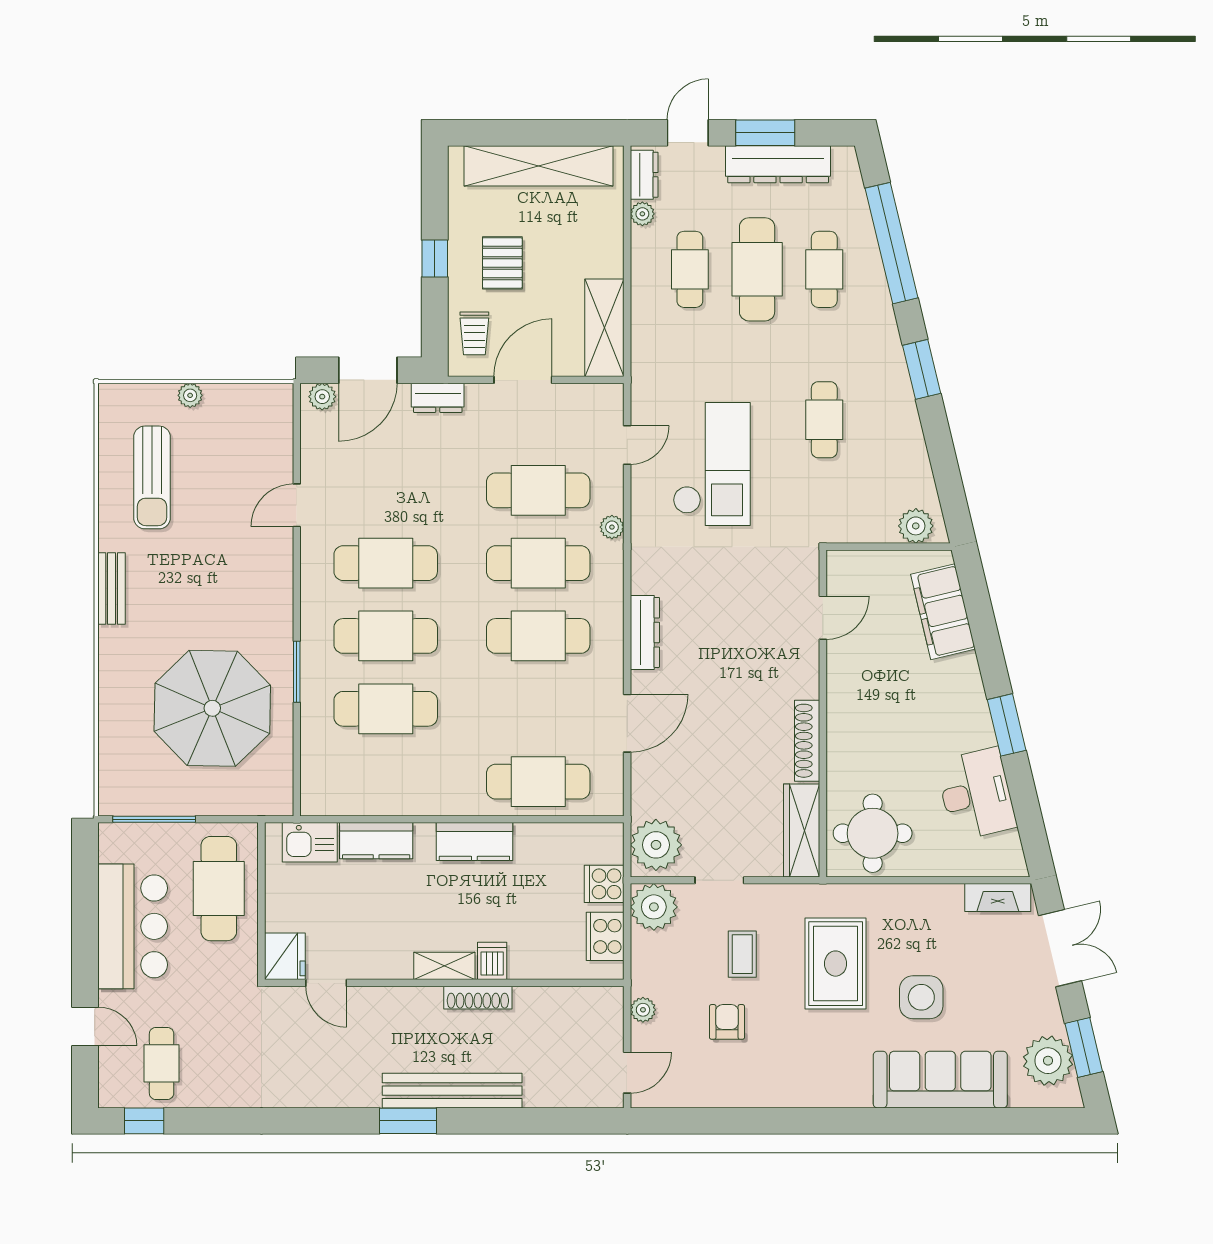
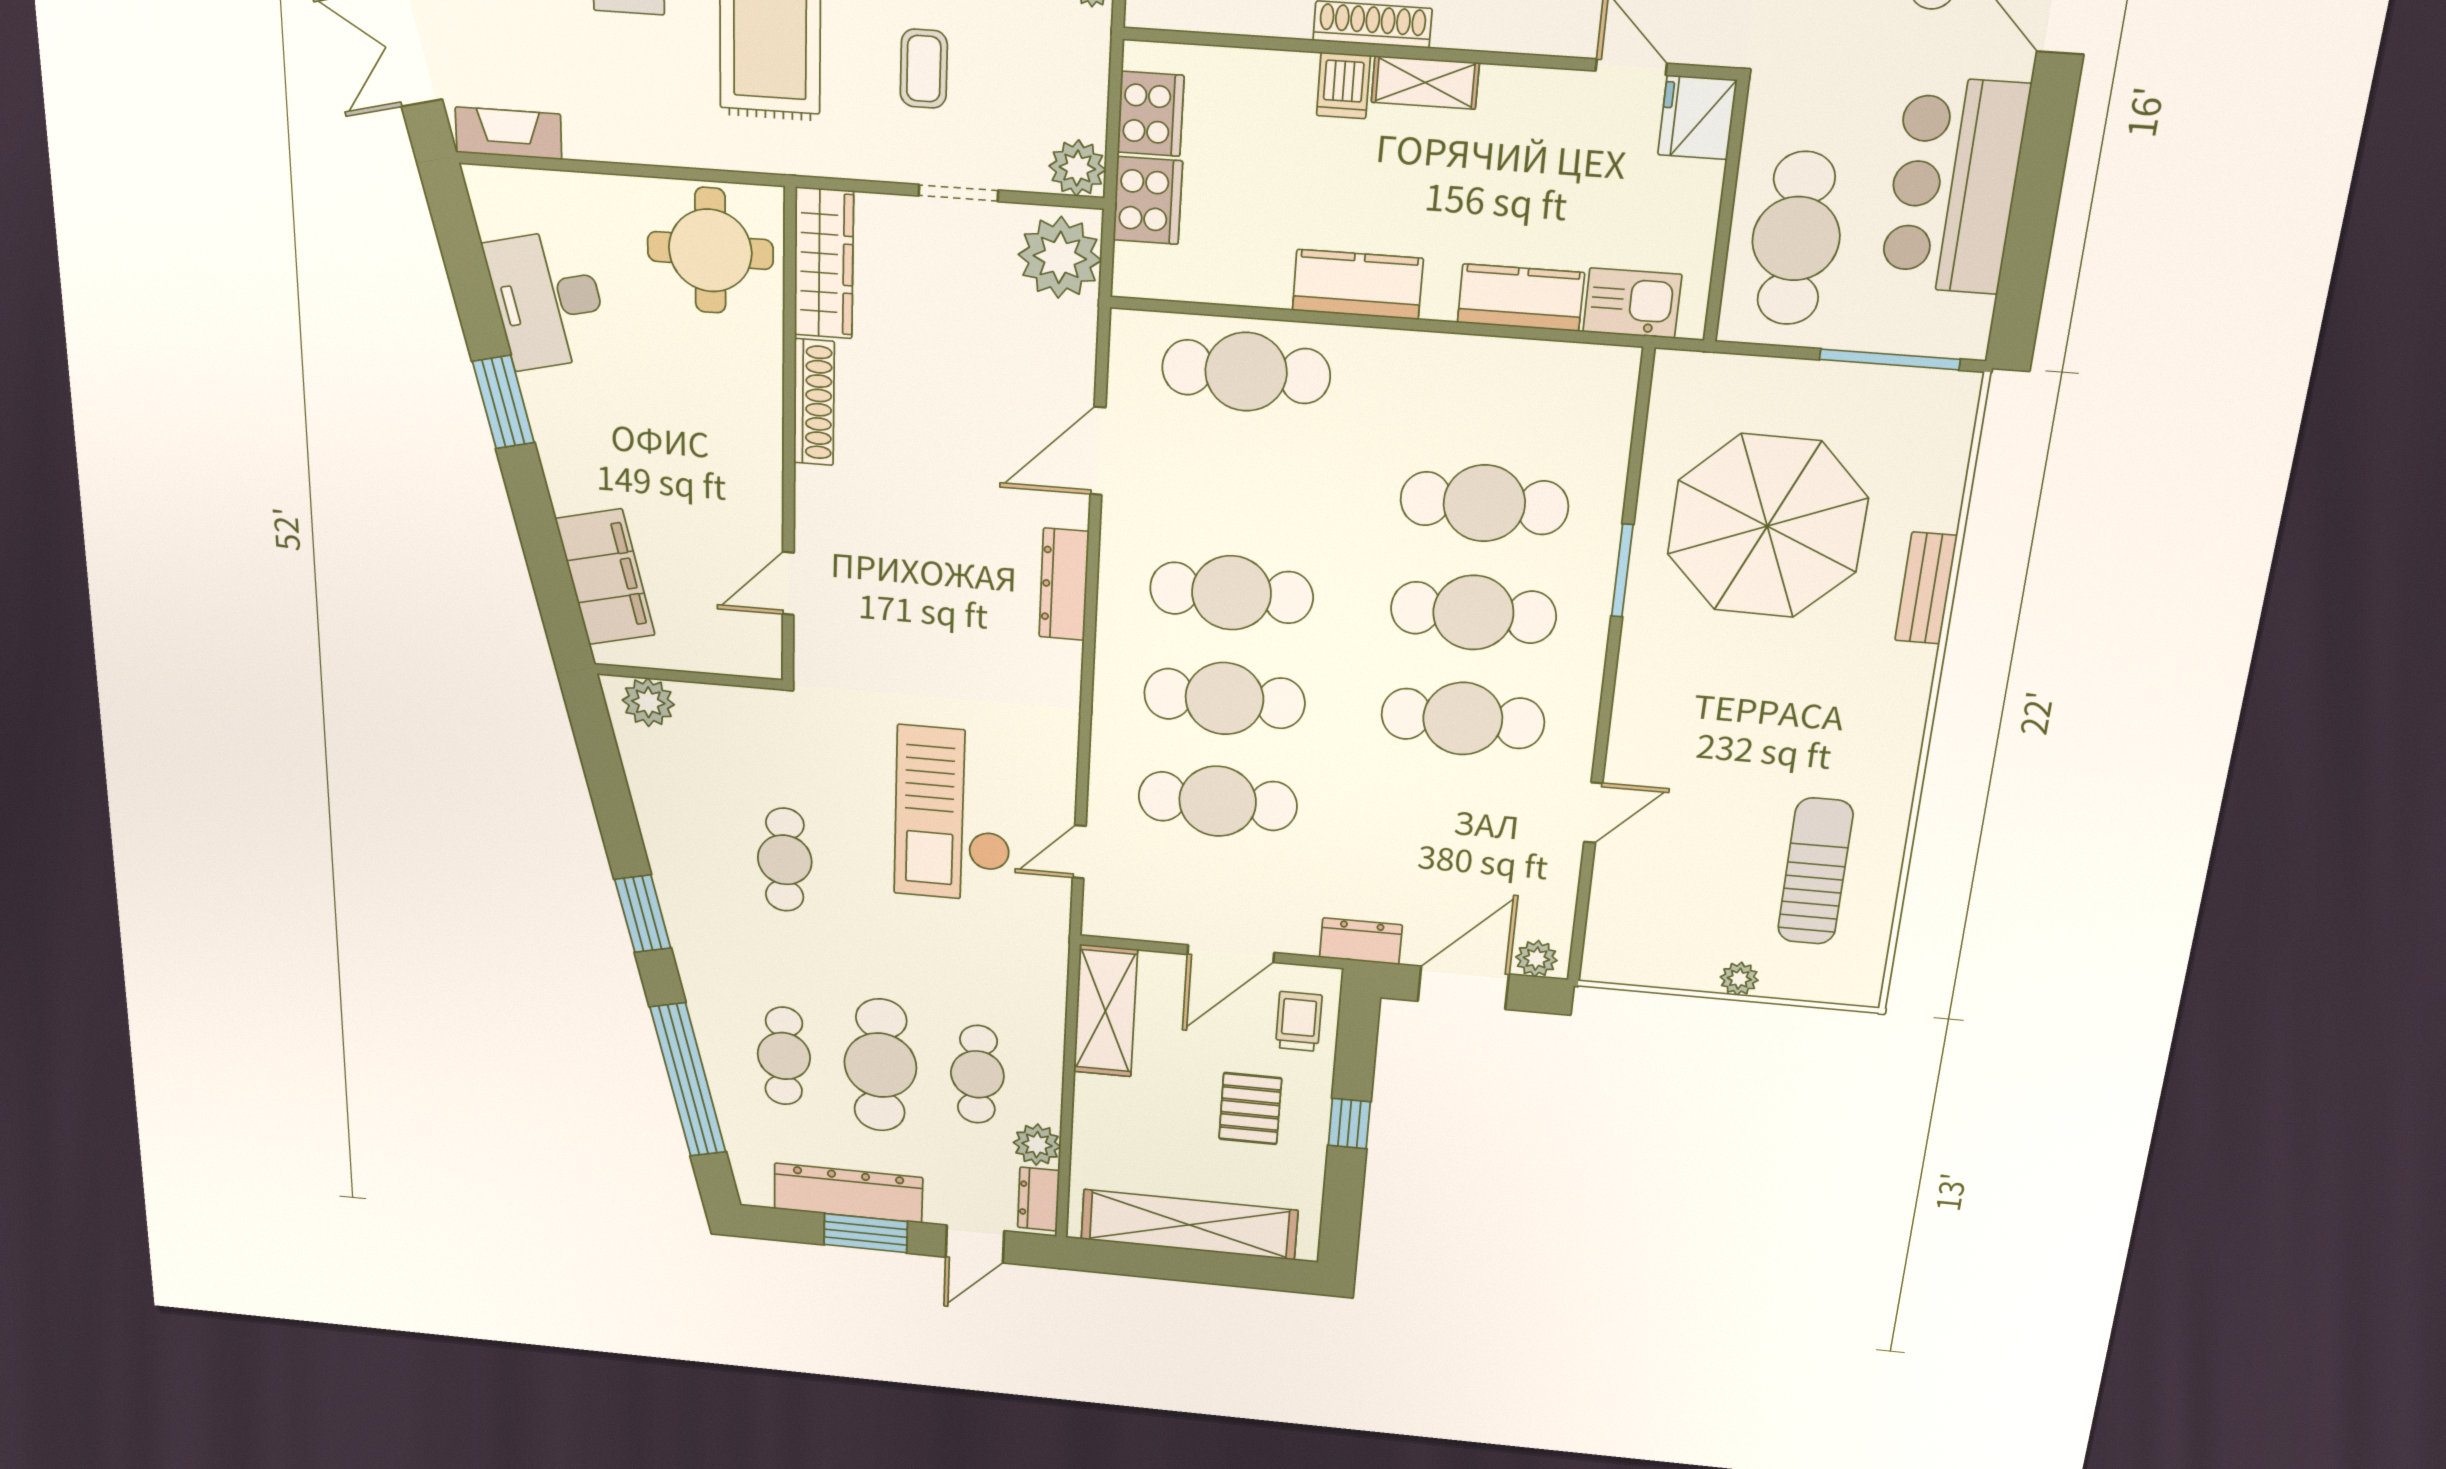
plant: (642, 214) -> (1037, 1145), width x1.38, depth x1.38
plant: (612, 527) -> (1108, 740), removed
bench: (112, 589) -> (1926, 588), moved
cooker: (604, 884) -> (1148, 201), width x1.36
plant: (654, 907) -> (1077, 168), width x0.73, depth x0.73

